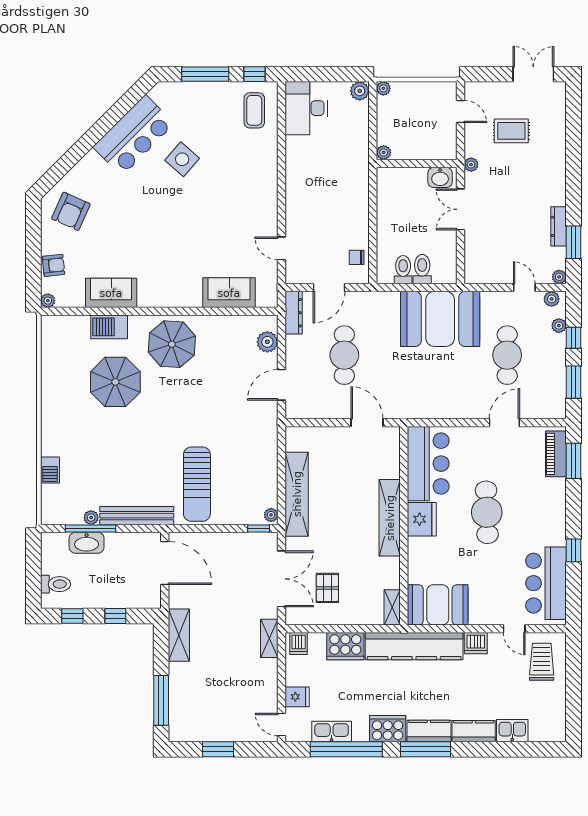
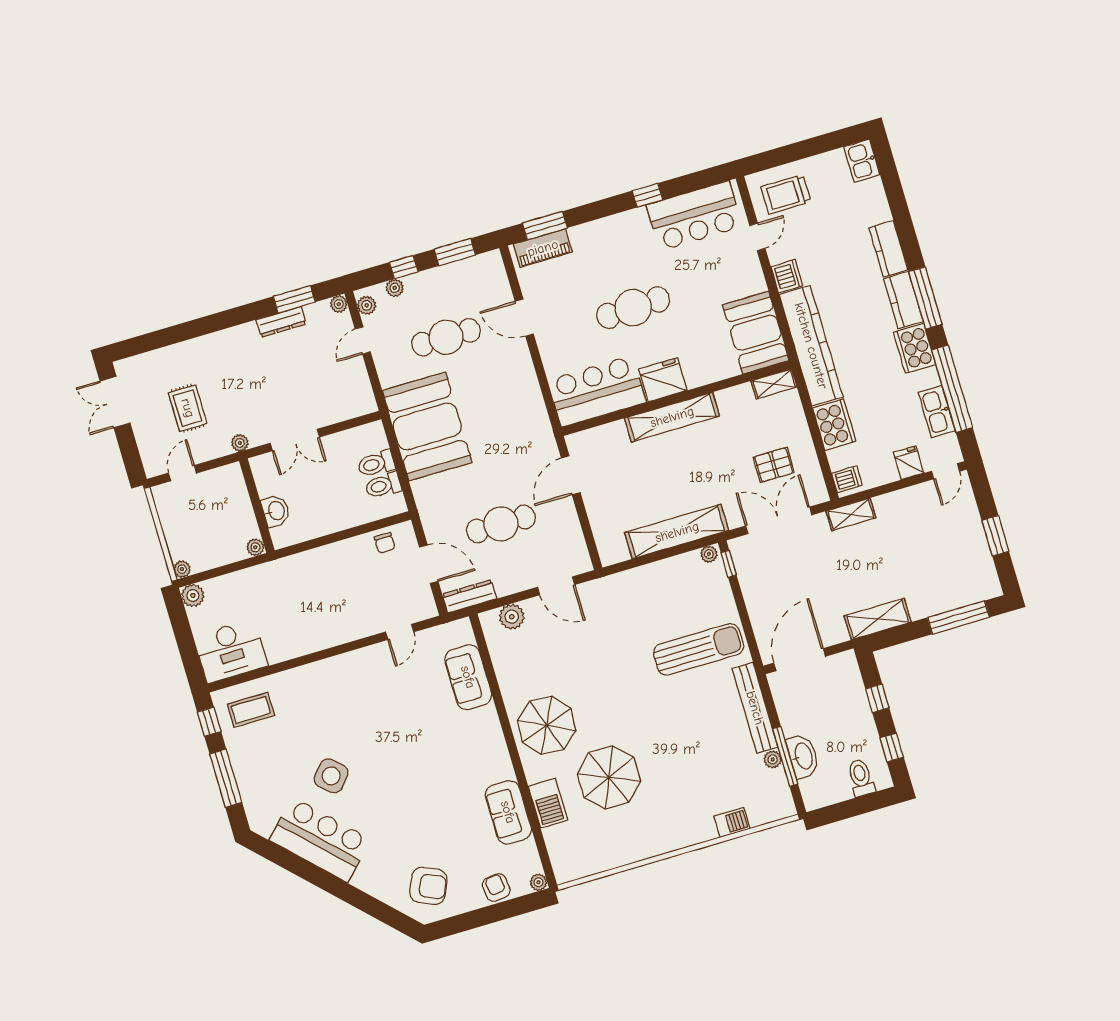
washbasin: (440, 177) -> (276, 511), moved
kitchen sink: (512, 731) -> (862, 161), moved

